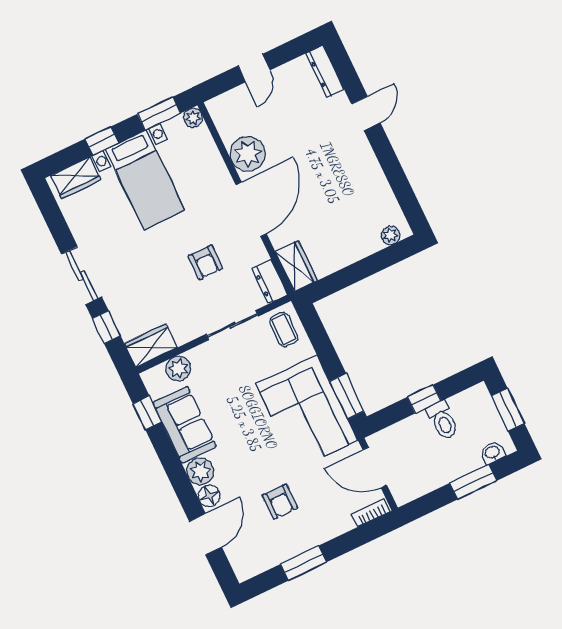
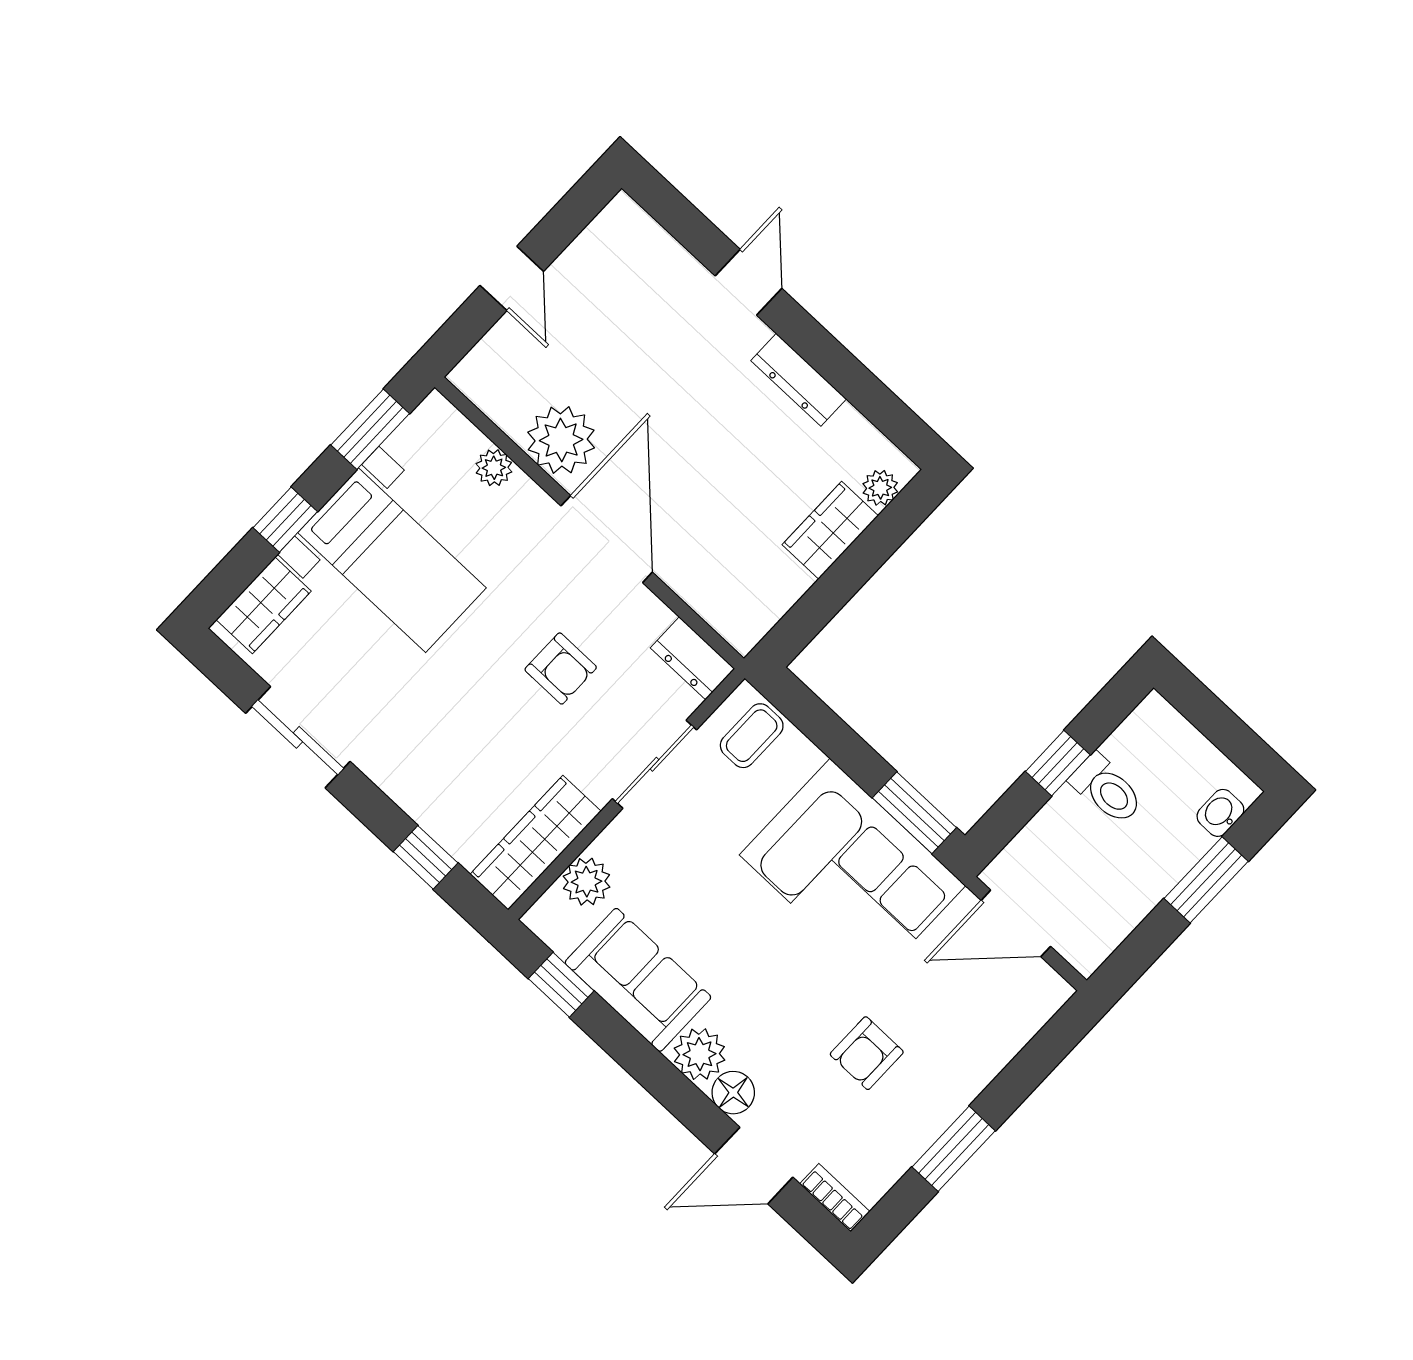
dresser: (325, 71) -> (799, 380), moved
plant: (193, 118) -> (494, 468), moved
wardrobe: (296, 266) -> (830, 530), moved, turned -90
sliding door: (82, 276) -> (298, 737), moved
coffee table: (284, 330) -> (752, 736), turned 90
wardrobe: (151, 346) -> (536, 843), width x1.50
window: (508, 410) -> (1218, 723), removed
armchair: (280, 502) -> (867, 1053), turned 90
bookcase: (371, 513) -> (835, 1198), moved, turned 90
door: (206, 534) -> (754, 1166), swing flipped

